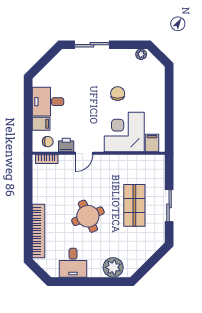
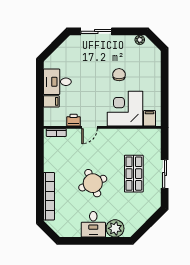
chair: (48, 142) -> (57, 117), removed
desk: (73, 263) -> (93, 224), moved

